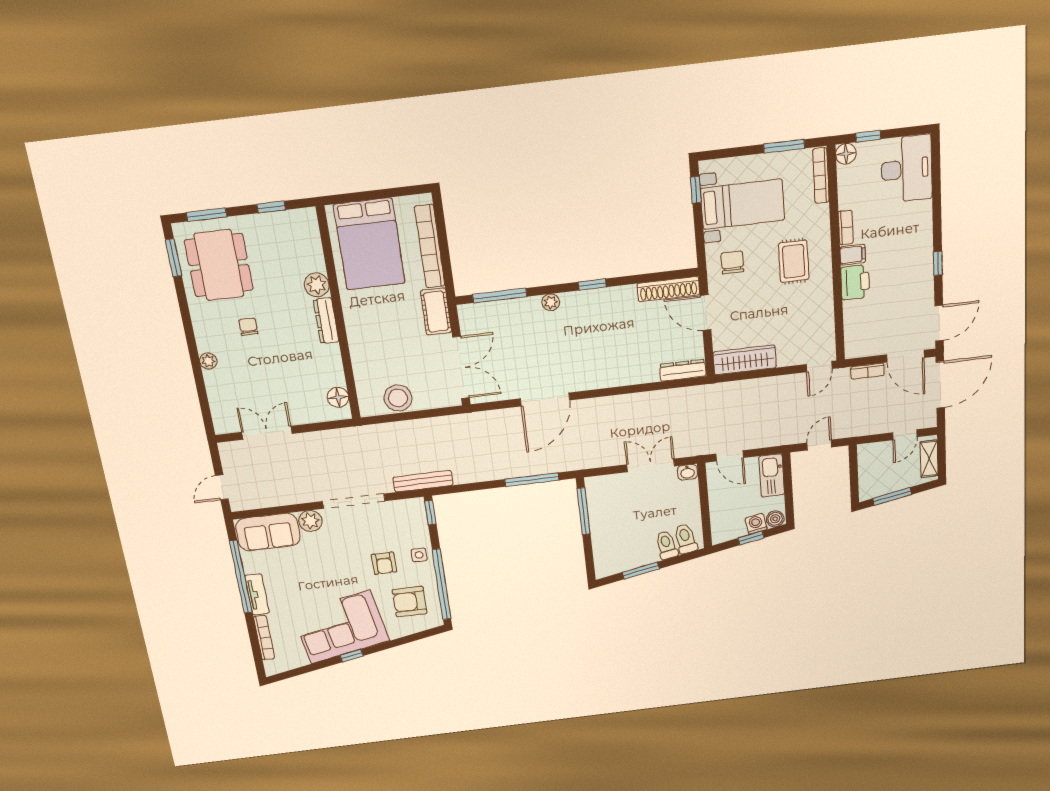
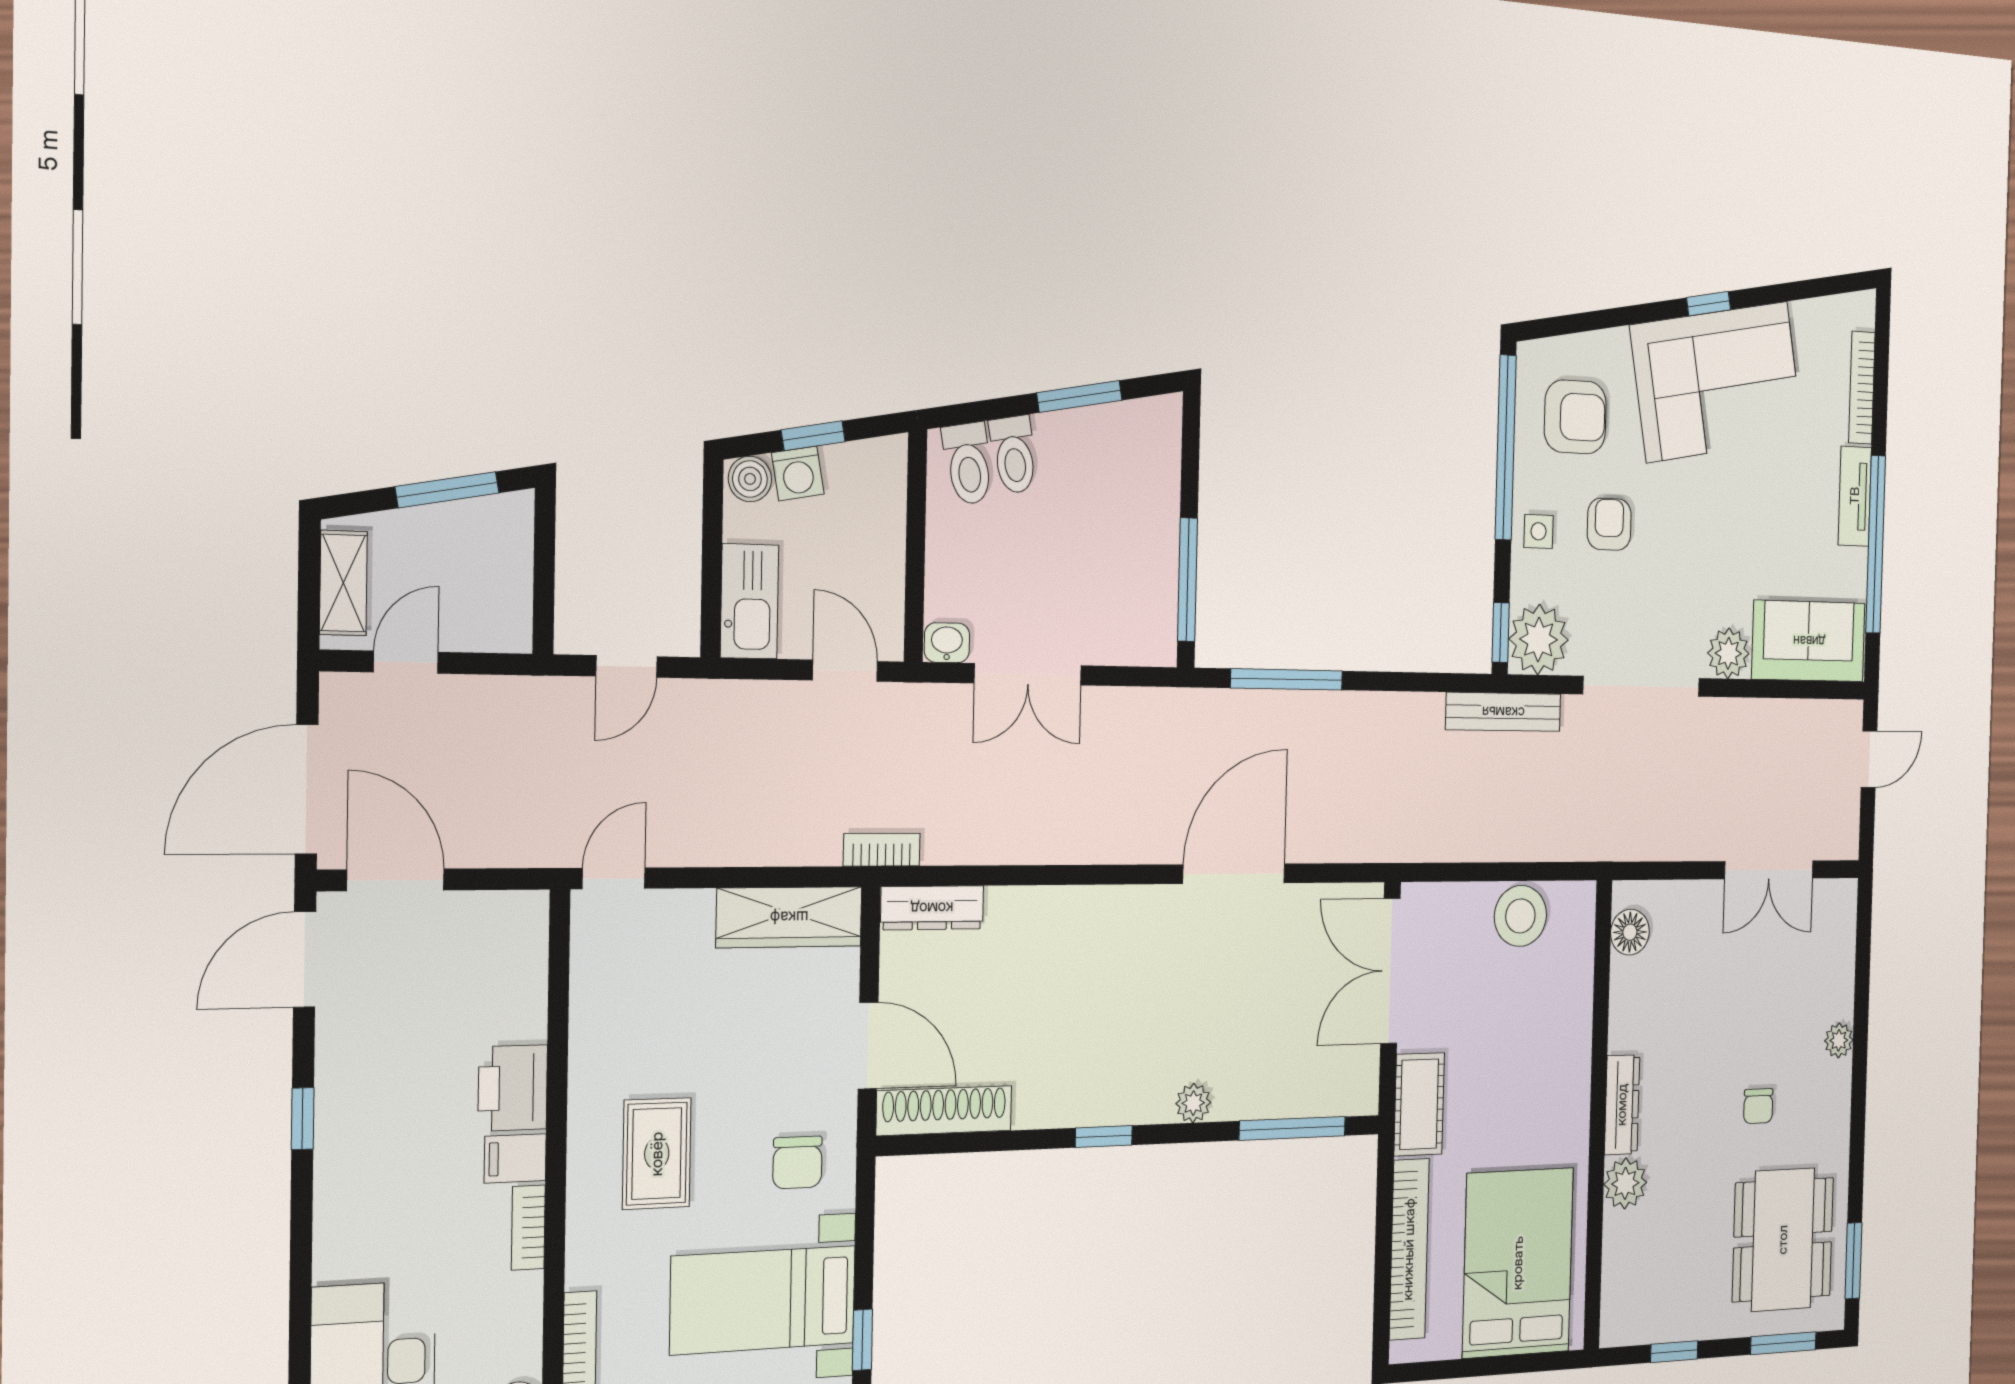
bookcase: (868, 371) -> (882, 850), moved
plant: (411, 513) -> (1539, 639), added

